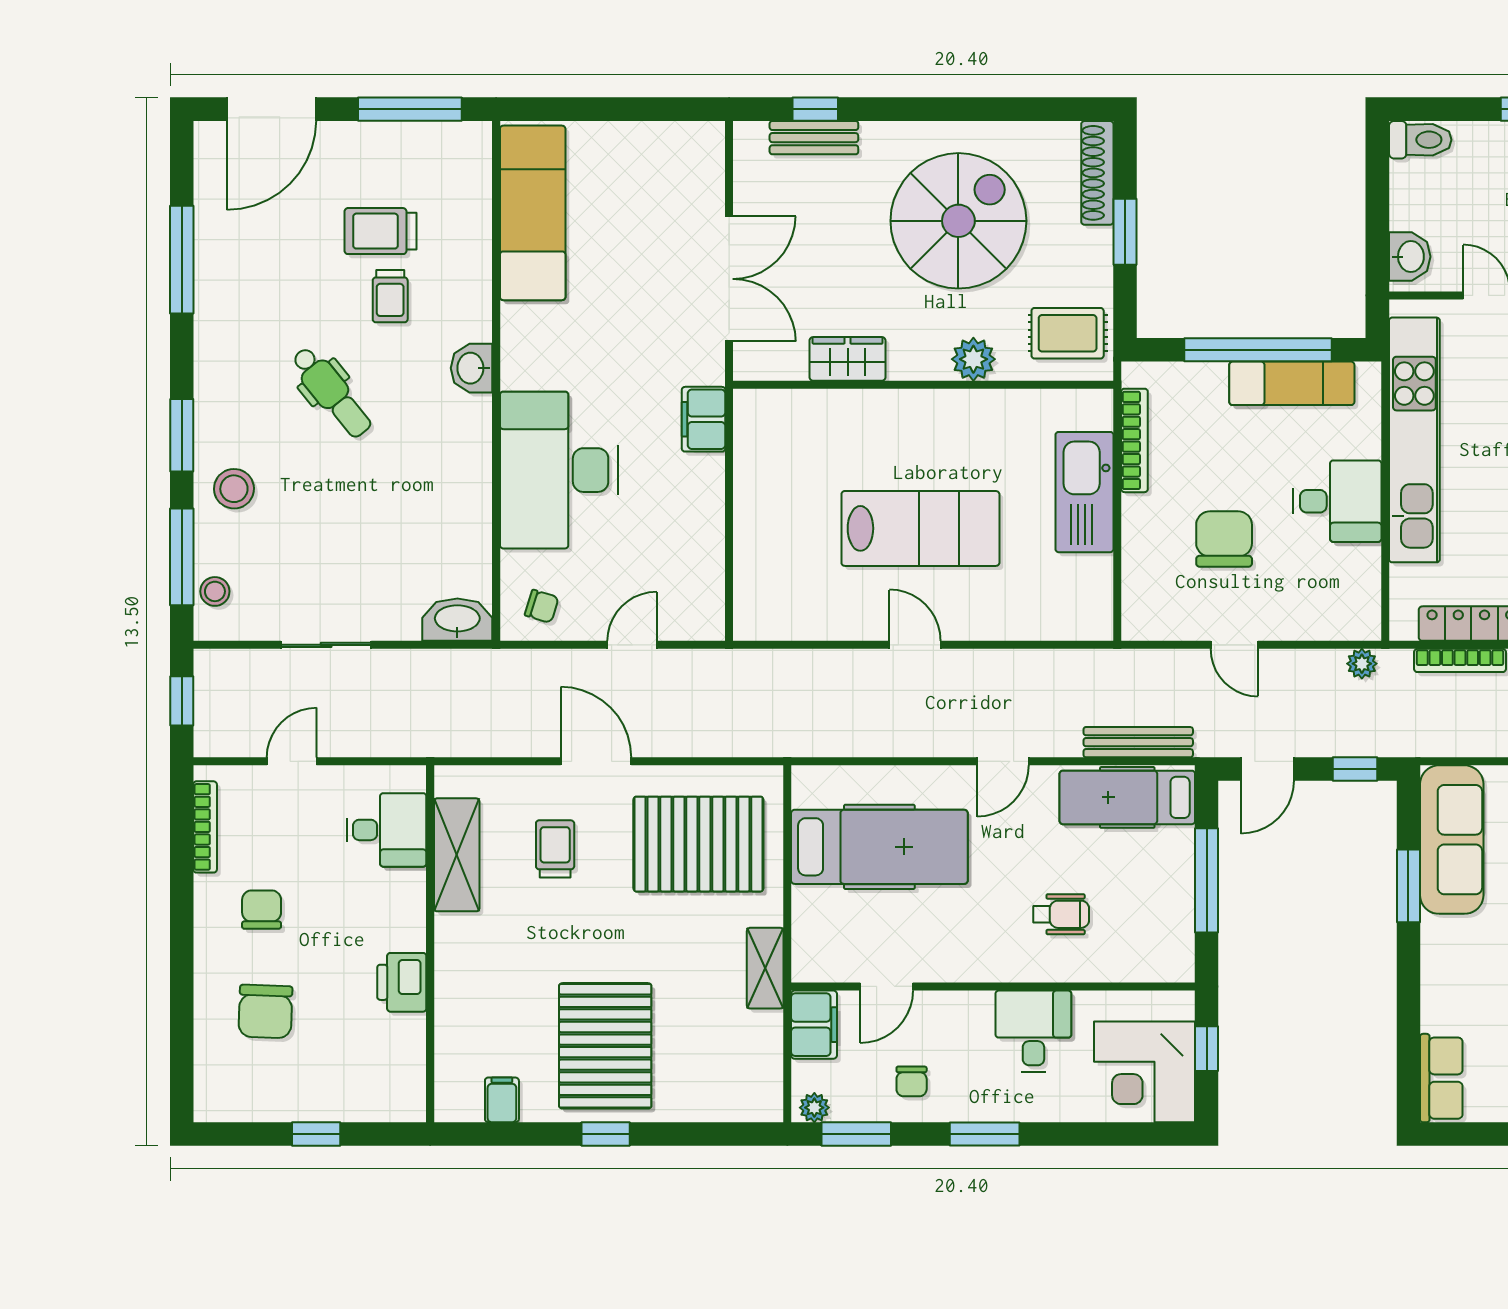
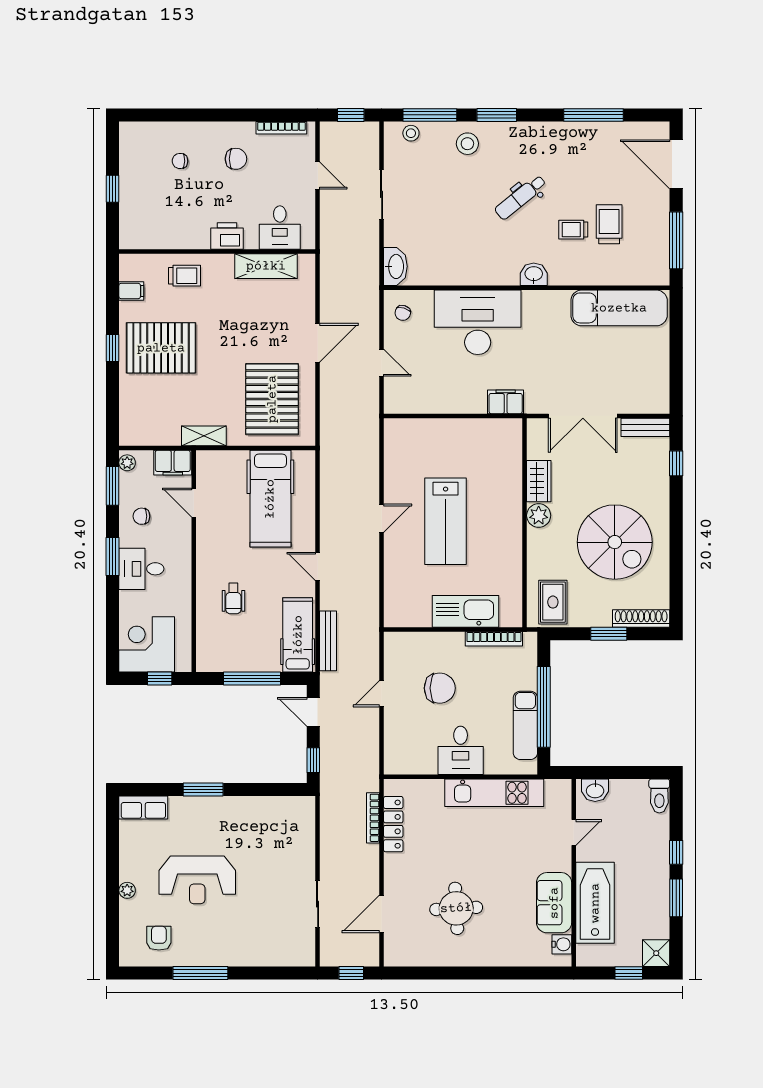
bench: (814, 138) -> (645, 427), moved, turned 90
plant: (973, 359) -> (539, 515), moved
kitchen unit: (1414, 440) -> (494, 793), width x0.73
plant: (1362, 664) -> (371, 764), removed
sofa: (1452, 840) -> (274, 813), removed
trolley: (555, 849) -> (185, 276), moved
window: (1408, 886) -> (203, 790), moved
printer: (402, 982) -> (227, 236), moved
chair: (265, 1011) -> (180, 161), width x0.54, depth x0.54
desk: (1033, 1031) -> (141, 569), moved, turned 180

